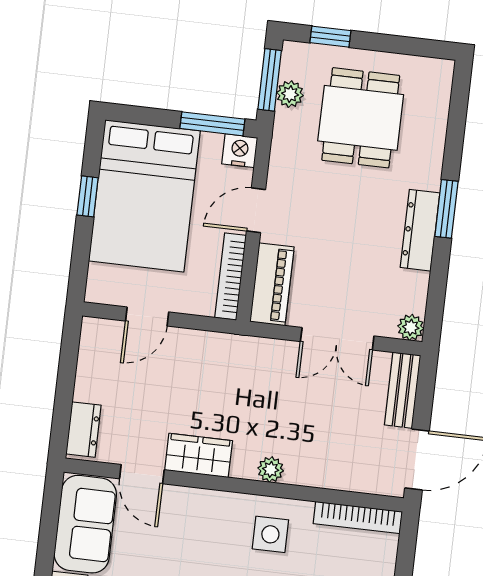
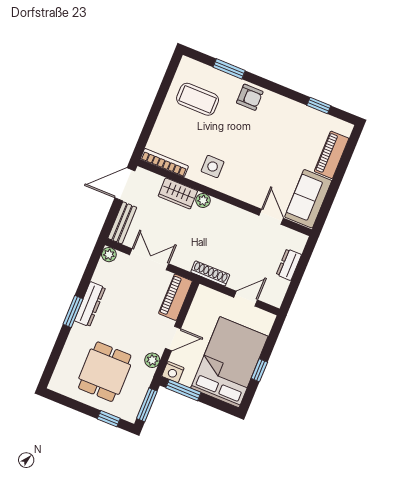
plant: (290, 94) -> (152, 360), moved
bookcase: (230, 276) -> (196, 307), removed
shoe rack: (222, 344) -> (210, 273), added
dresser: (83, 430) -> (289, 265), moved
wardrobe: (199, 455) -> (178, 193), moved

